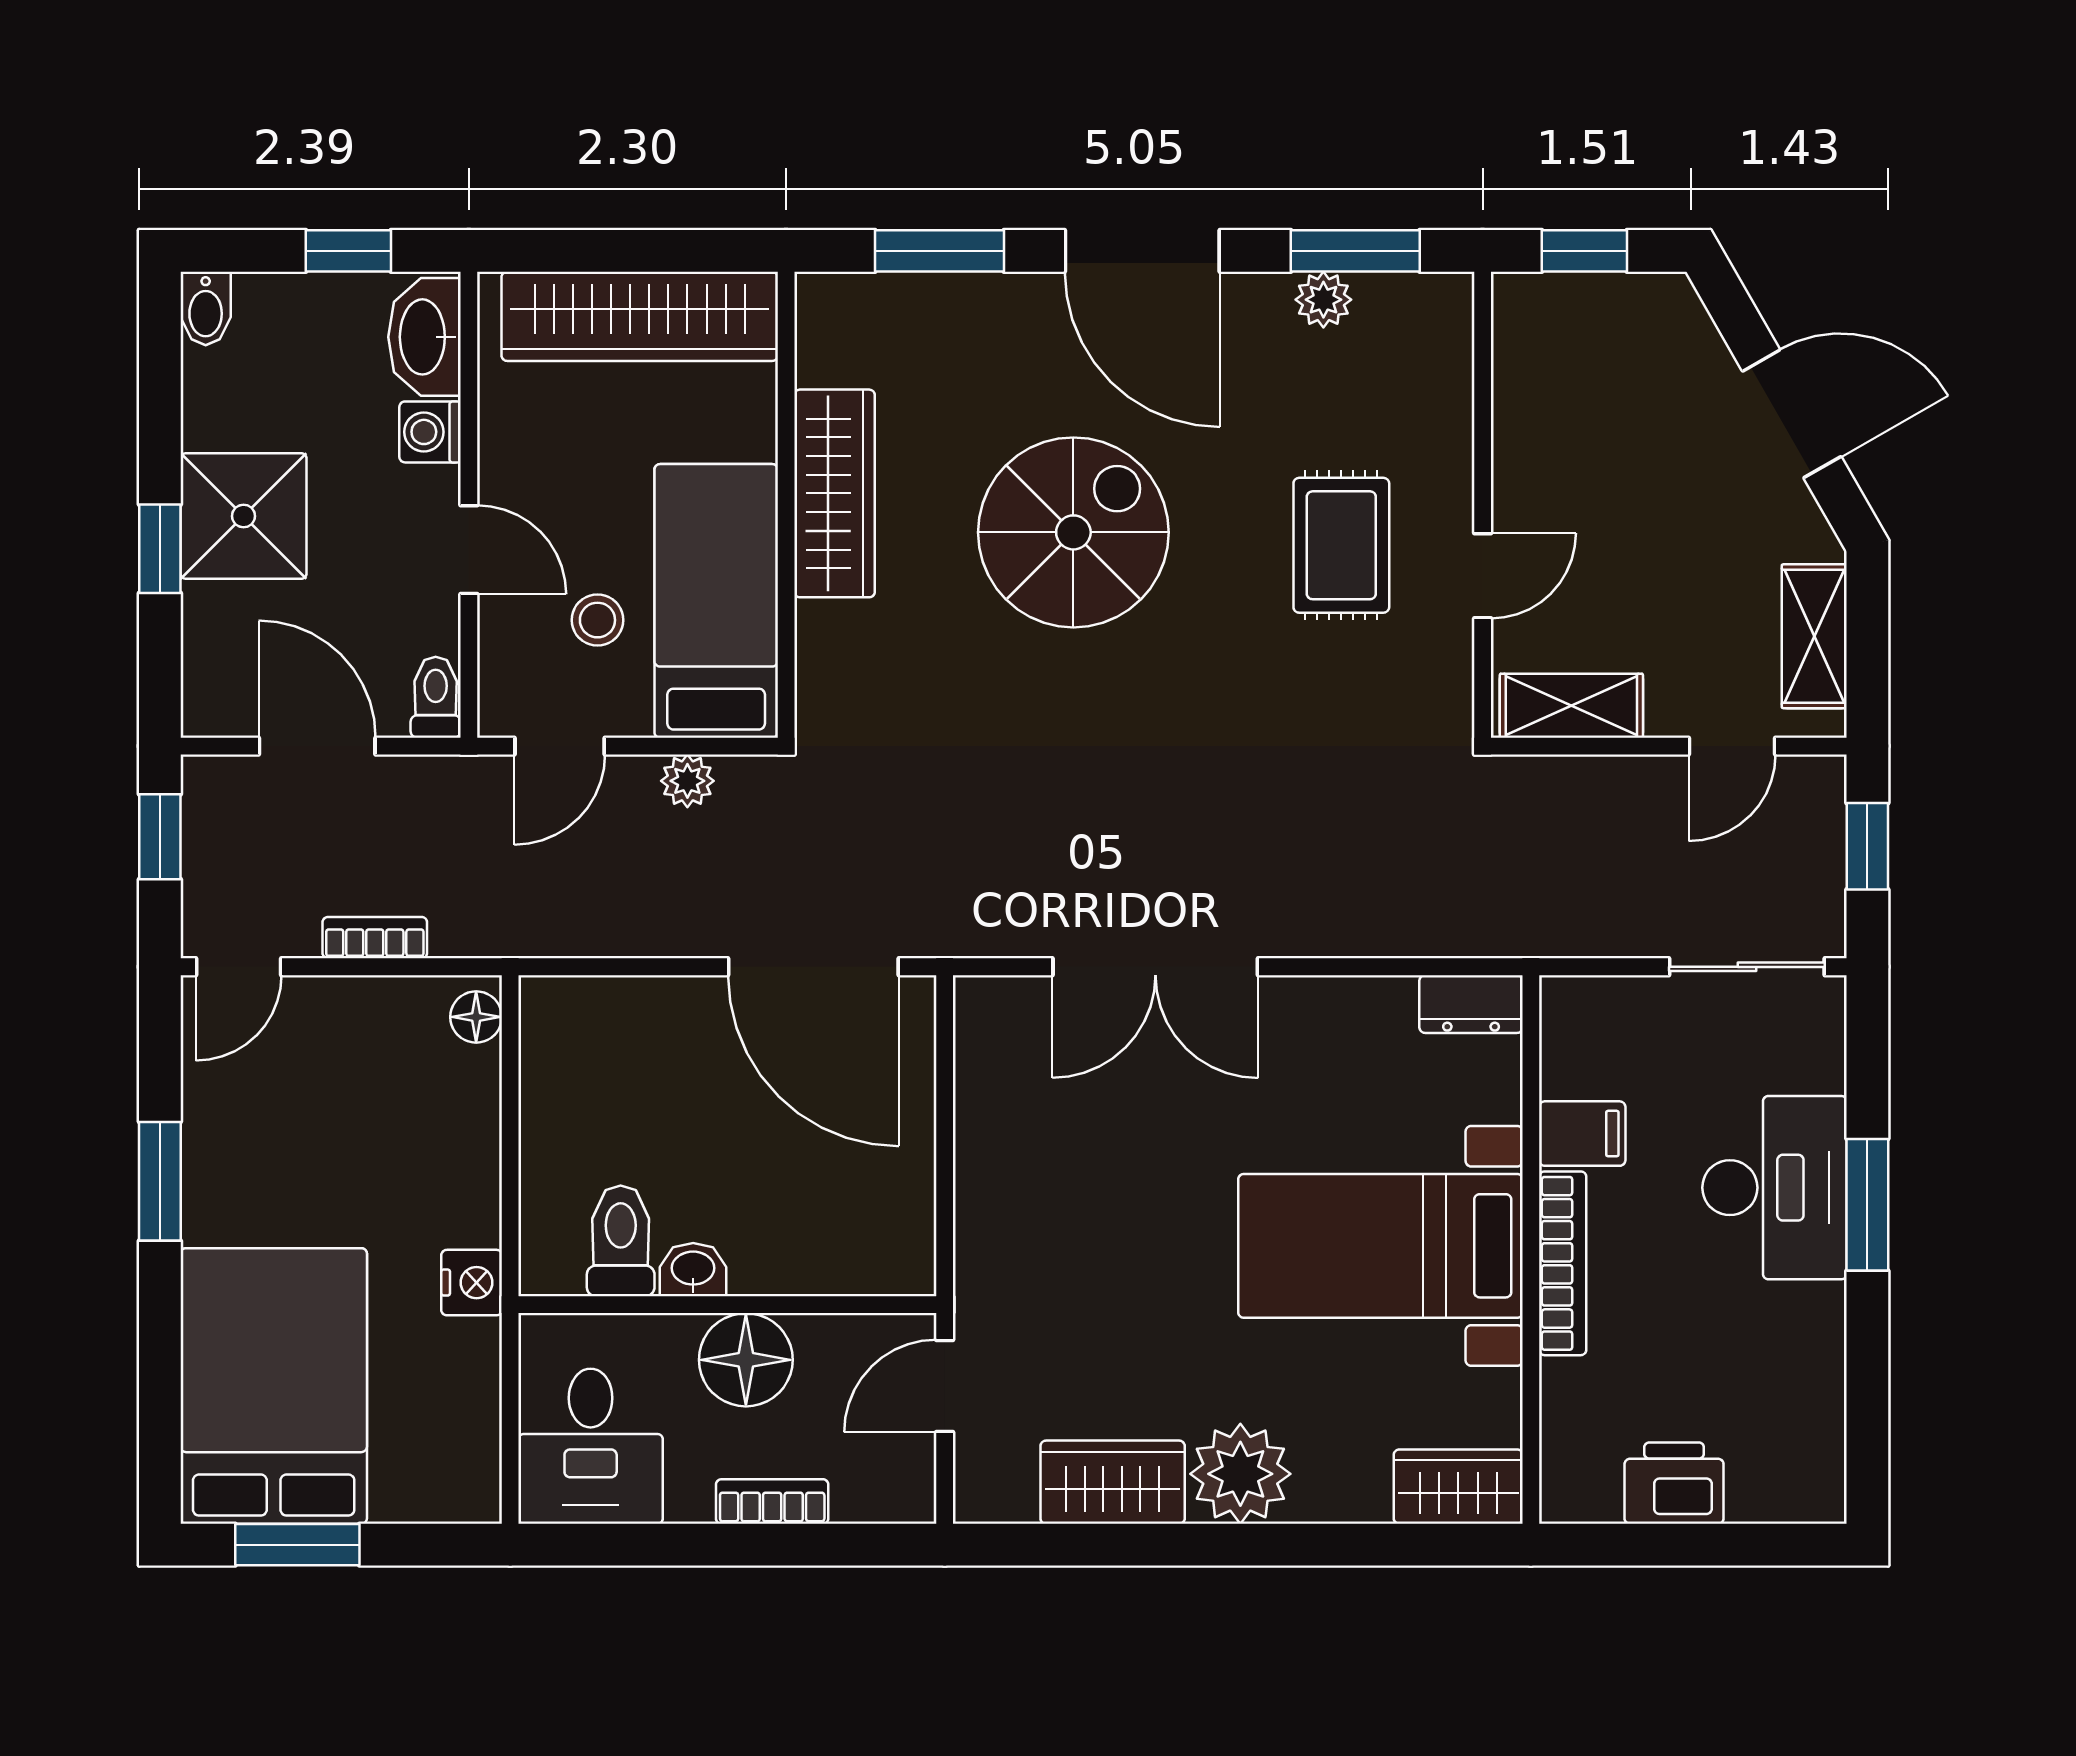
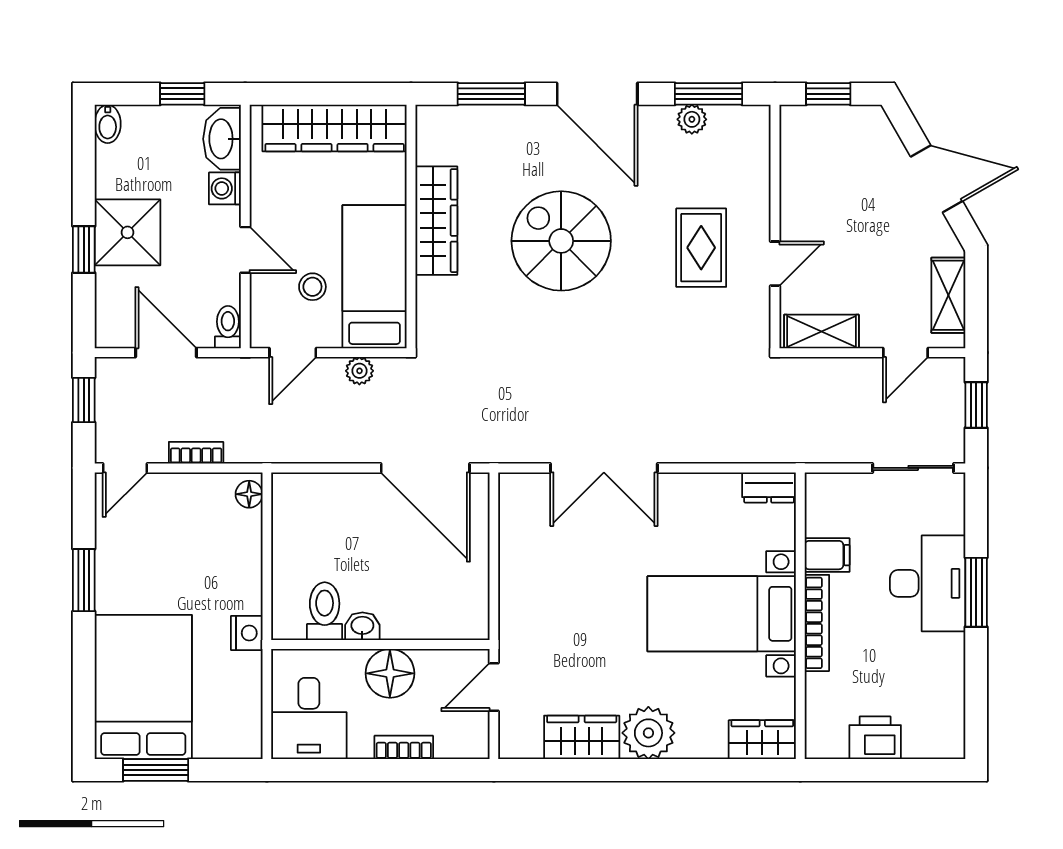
spiral stairs: (1073, 532) -> (561, 241), turned -90

